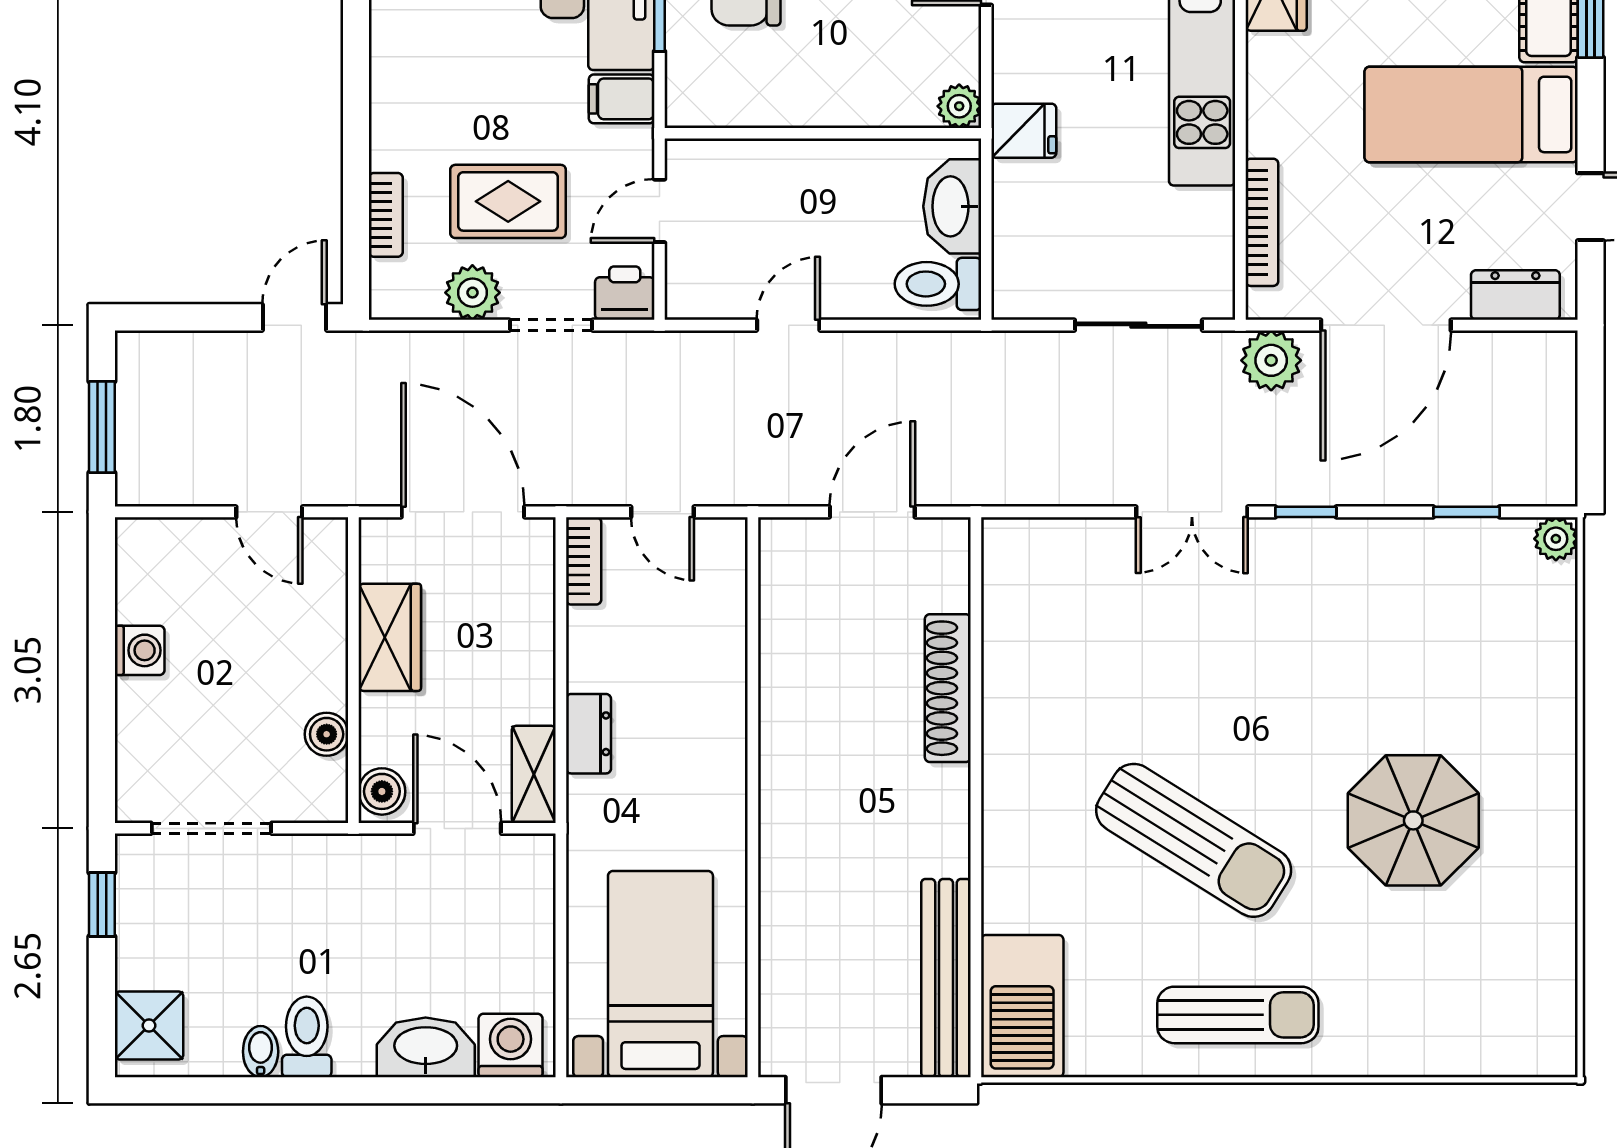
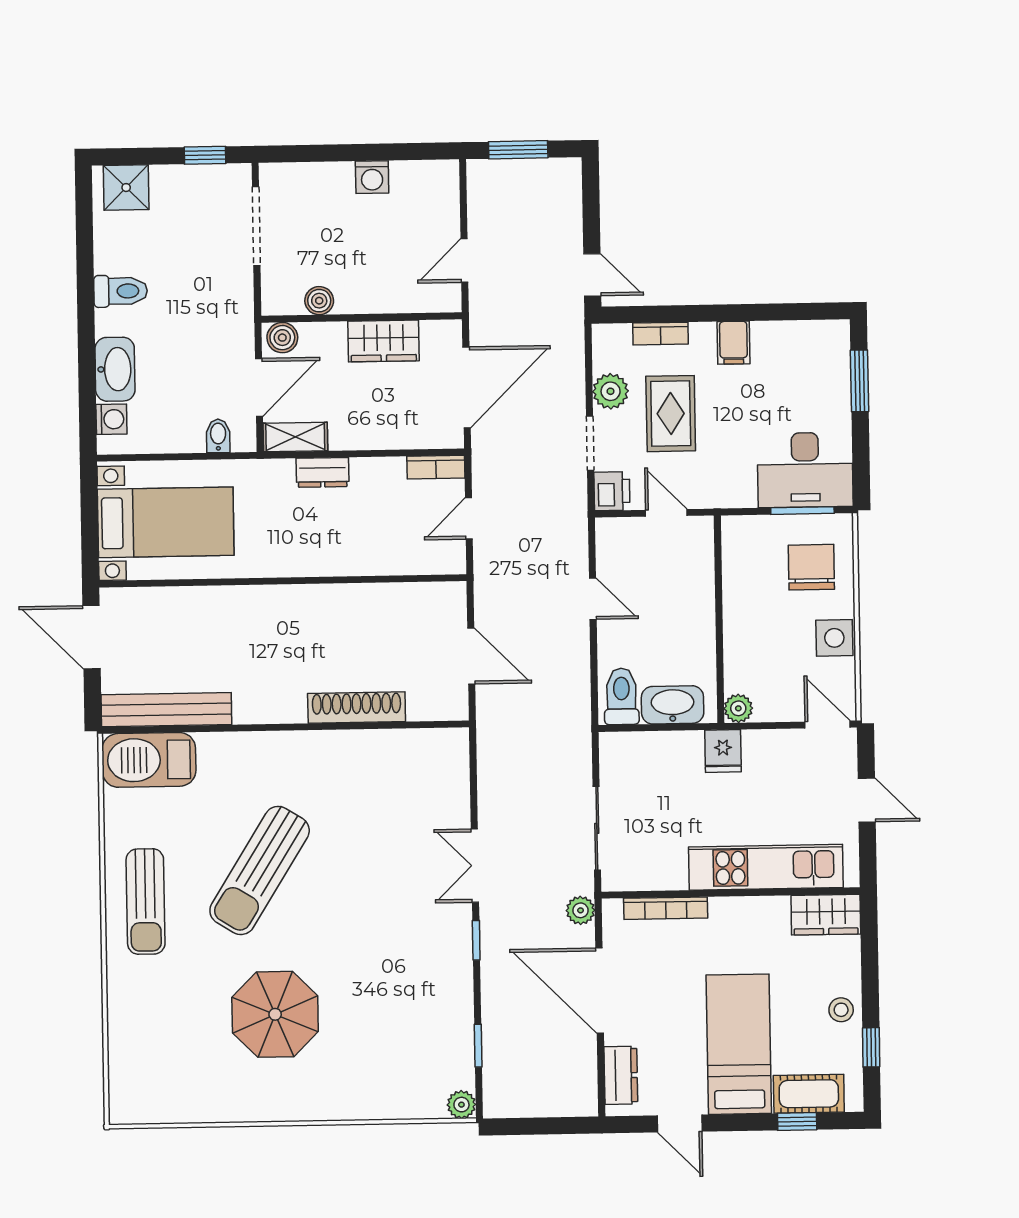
filing cabinet: (622, 99) -> (733, 343), moved, turned 180
plant: (1271, 360) -> (580, 910), width x0.73, depth x0.73
washing machine: (511, 1045) -> (111, 419), width x0.73, depth x0.73
bidet: (261, 1052) -> (218, 436), moved, turned -90

